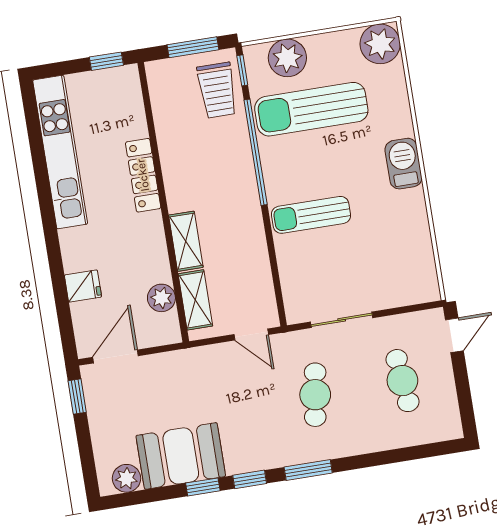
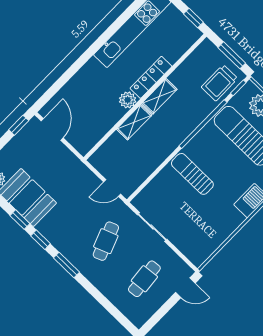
fridge: (83, 286) -> (75, 88), removed
plant: (161, 298) -> (128, 100), moved
shelving: (195, 300) -> (159, 96), moved
door: (251, 334) -> (112, 188), hinge flipped
door: (115, 356) -> (52, 129), hinge flipped
cafe table: (315, 395) -> (106, 241), turned -30

